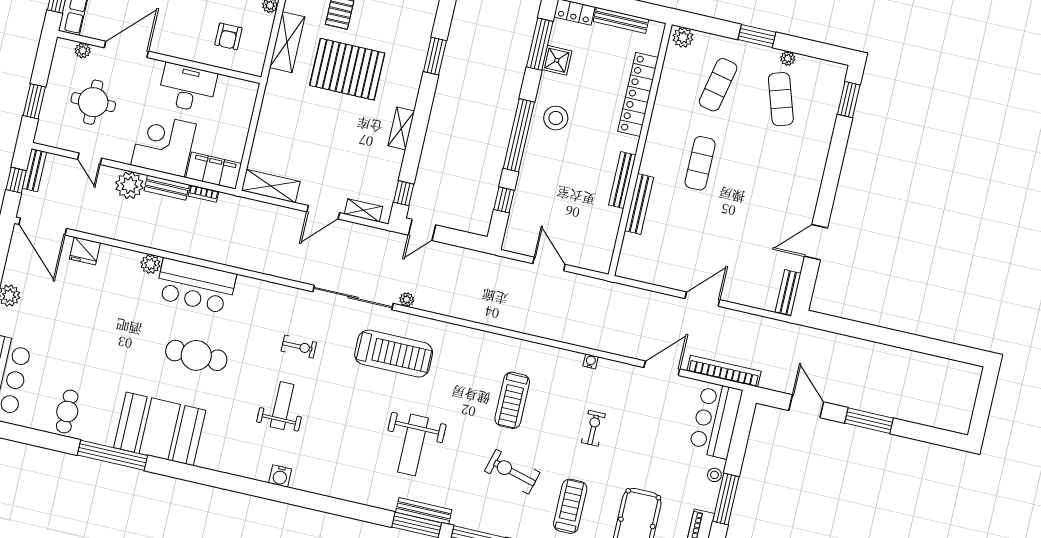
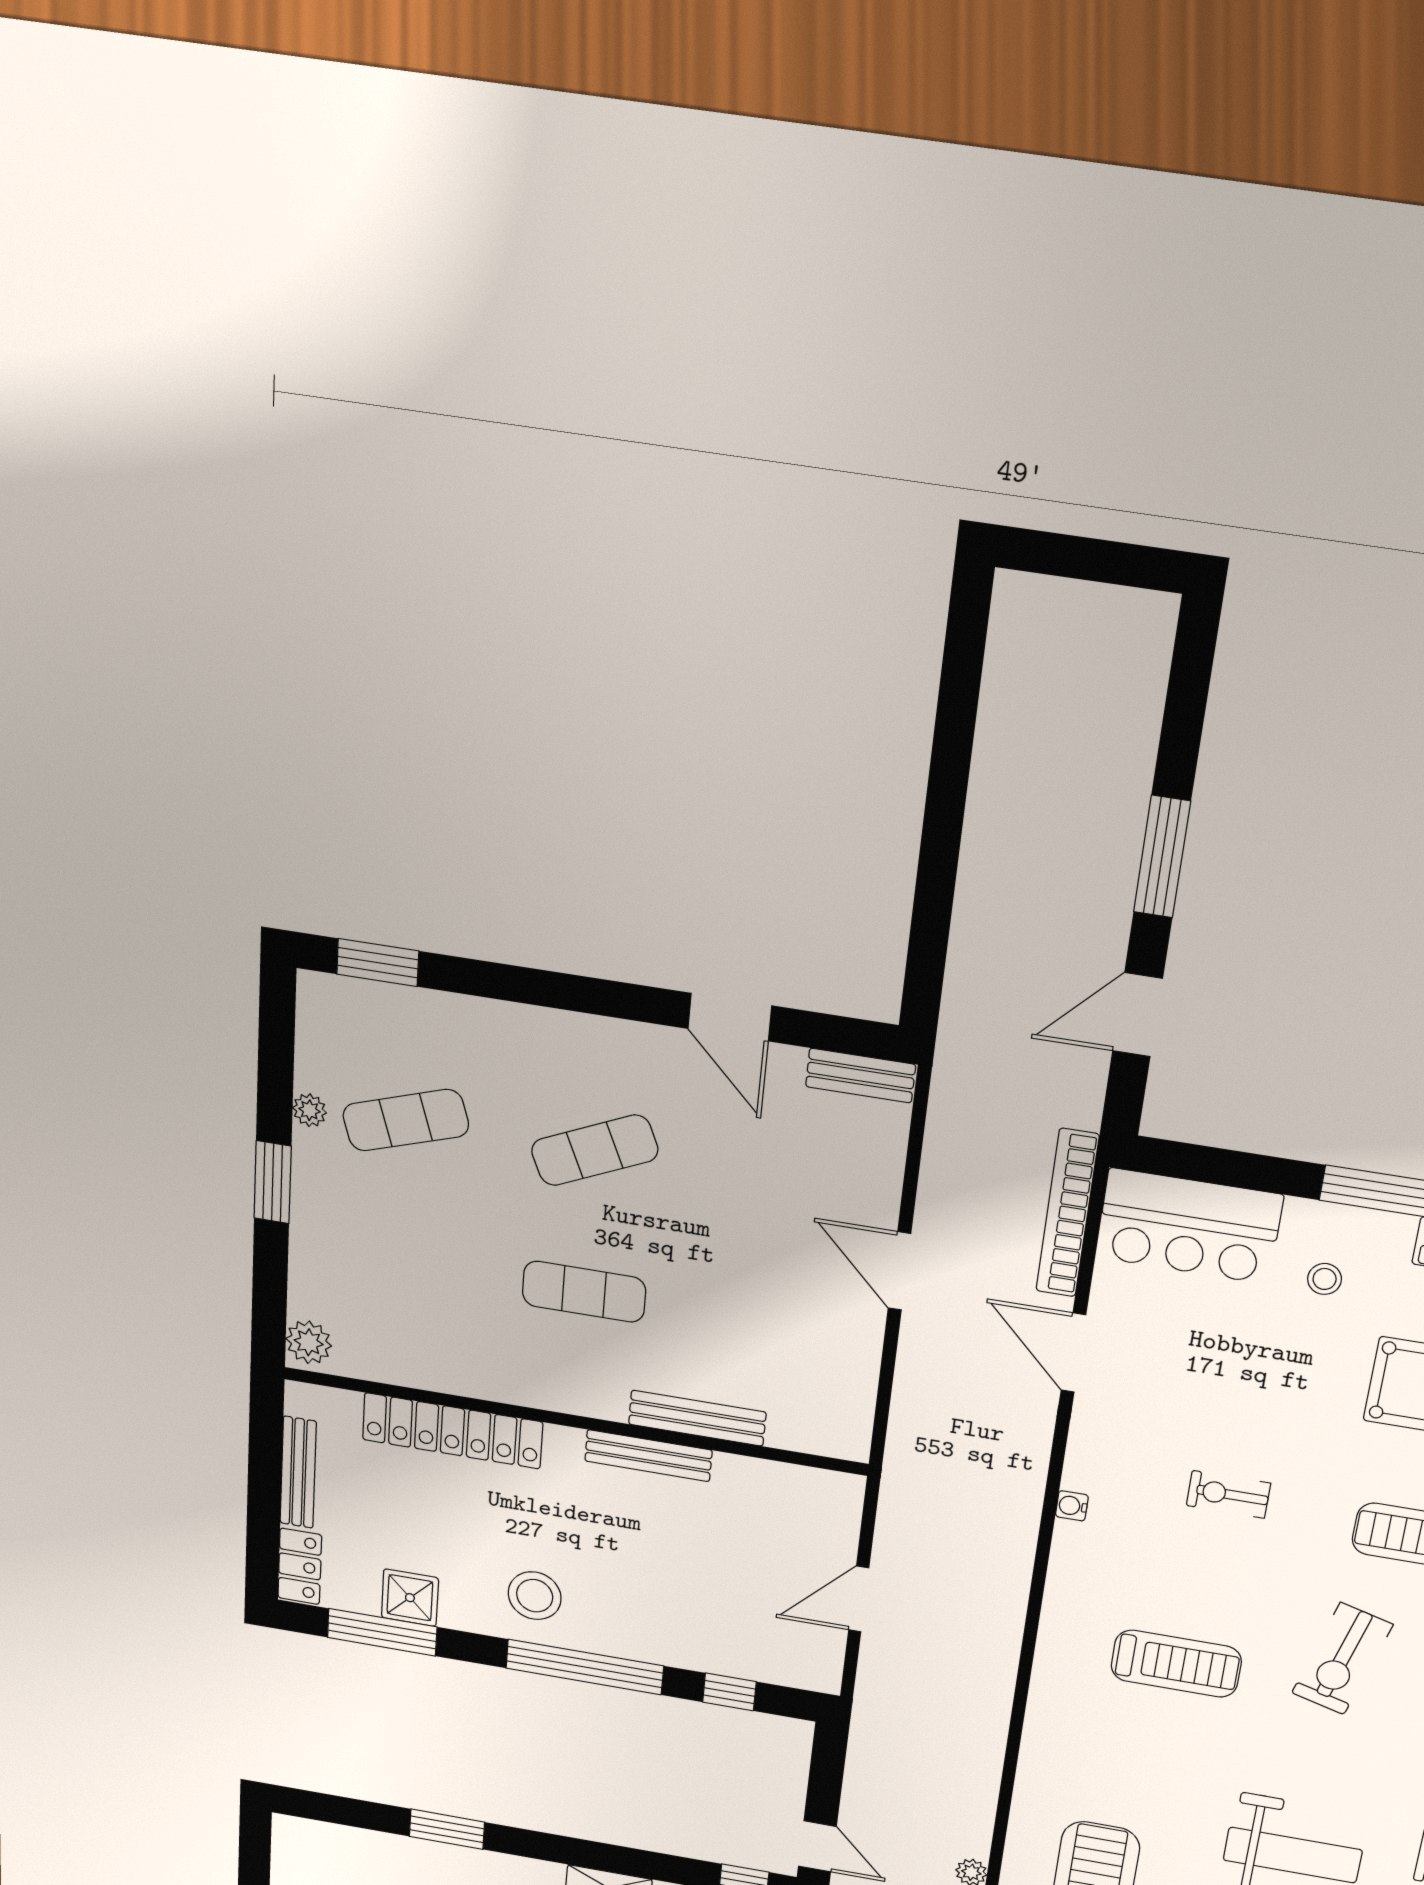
exercise mat: (718, 85) -> (595, 1150), moved, turned -36
stool: (714, 475) -> (1325, 1279), moved

